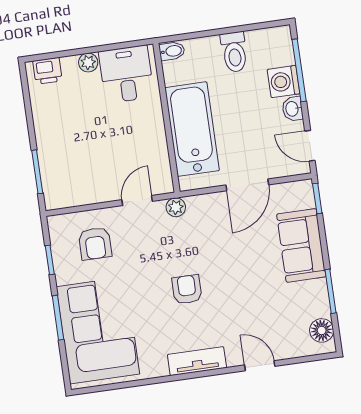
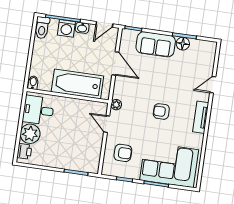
toilet: (234, 52) -> (42, 28), moved, turned 90
plant: (88, 62) -> (30, 134), width x1.88, depth x1.88
floor lamp: (322, 330) -> (183, 44), moved

